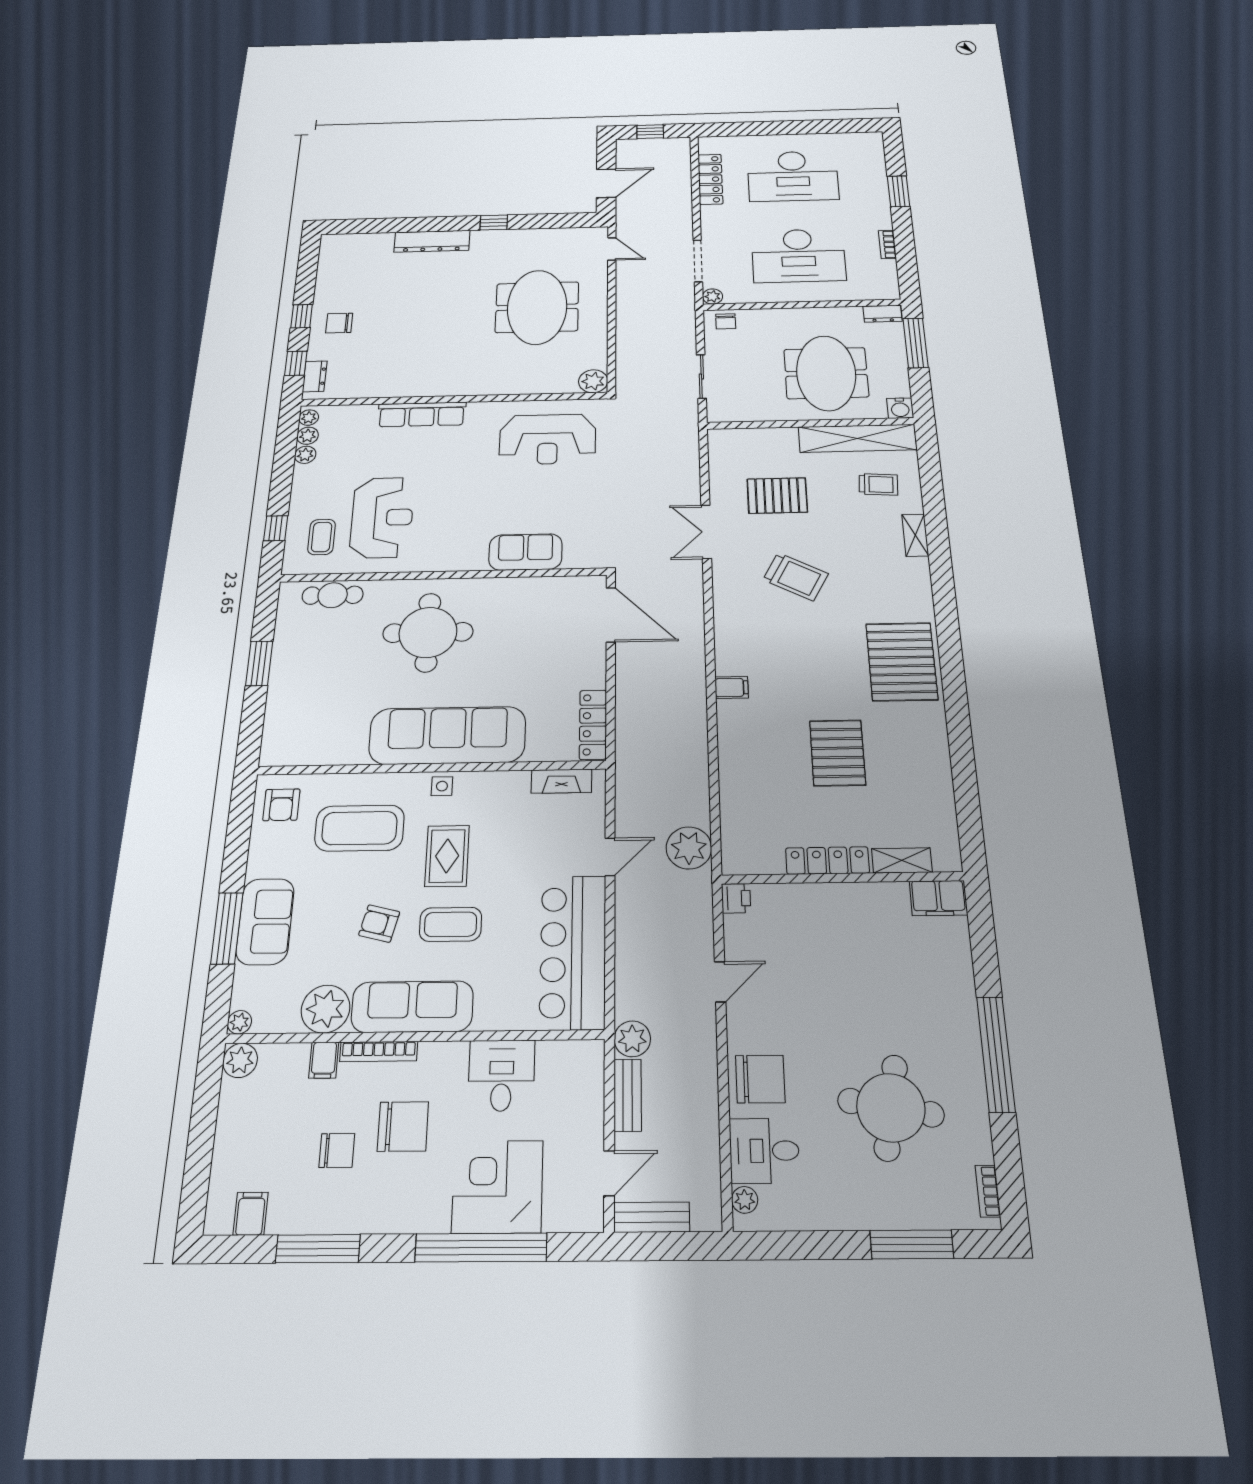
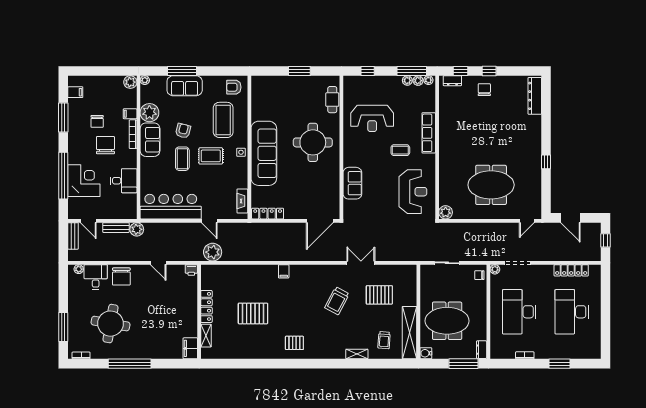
dresser: (432, 241) -> (535, 96), moved
reception desk: (548, 439) -> (413, 192), turned 180
window: (286, 447) -> (412, 71), added
pallet: (777, 496) -> (379, 295), turned 90
coffee table: (322, 537) -> (400, 150), moved
pallet: (902, 662) -> (294, 343), width x0.49, depth x0.50
sofa: (412, 1007) -> (150, 140), width x0.73
chair: (403, 1126) -> (105, 145), turned 180

